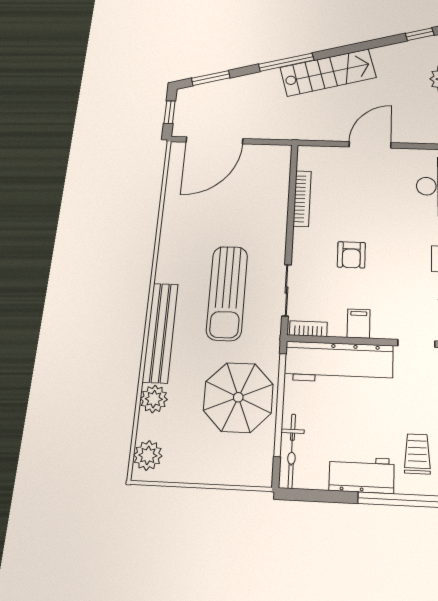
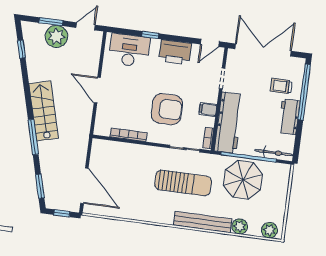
armchair: (351, 255) -> (167, 109), width x1.88, depth x1.88

